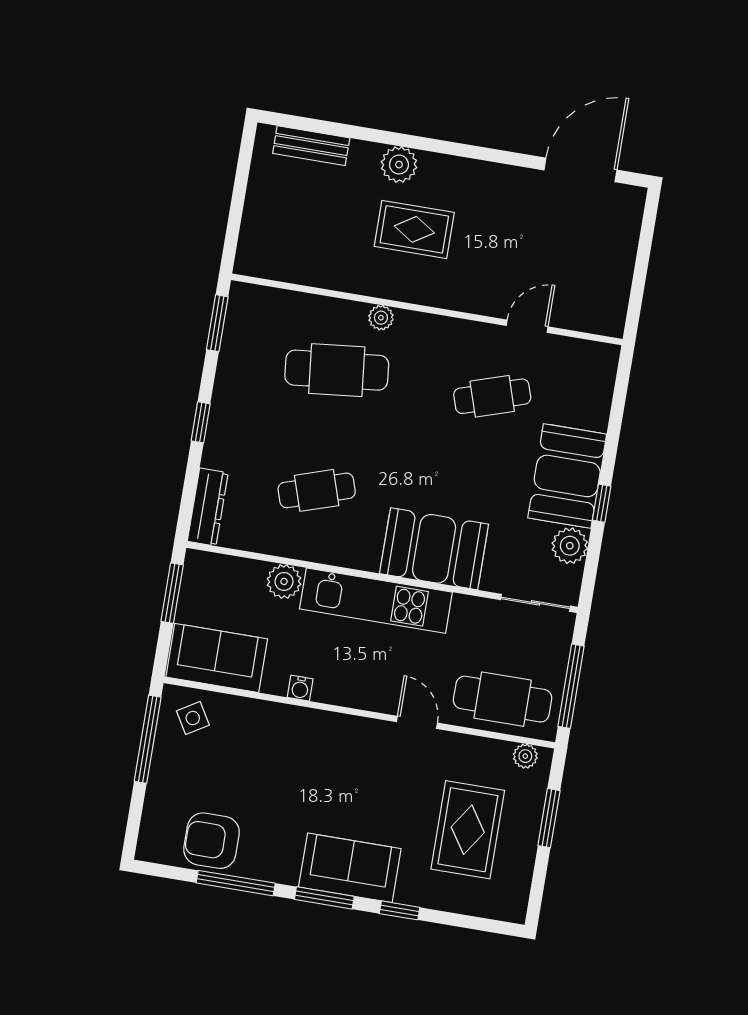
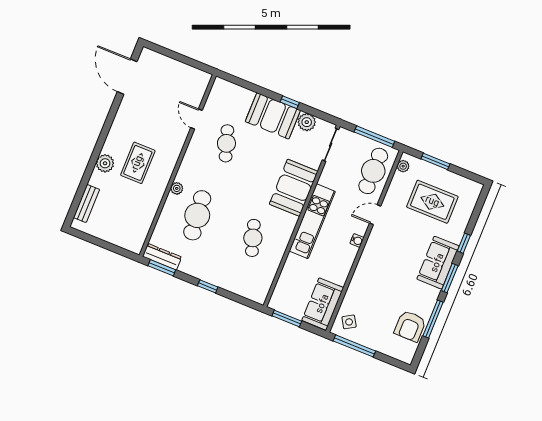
dresser: (208, 507) -> (162, 257), moved
plant: (284, 581) -> (293, 263), removed
water cooler: (300, 688) -> (357, 240), moved

